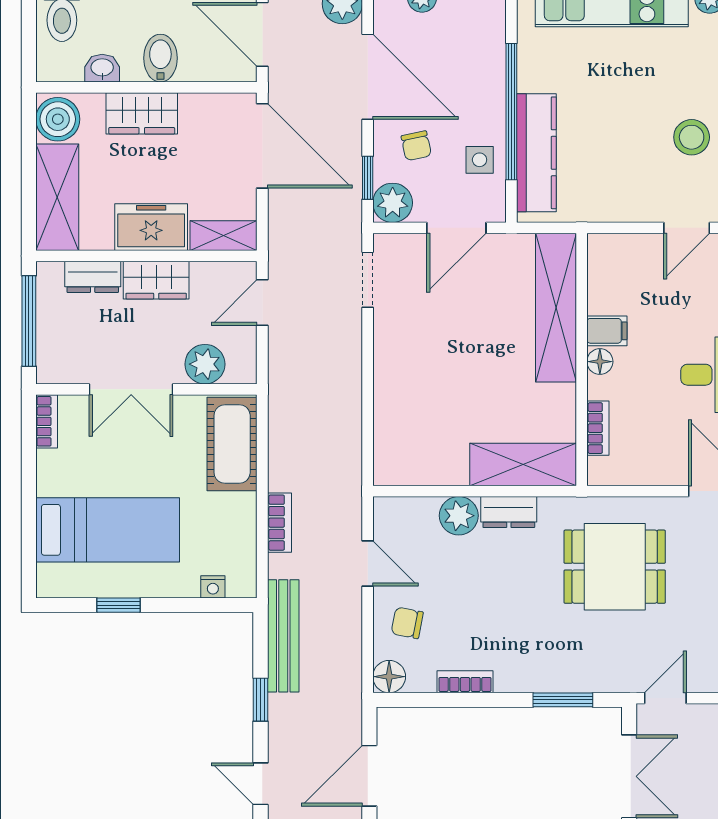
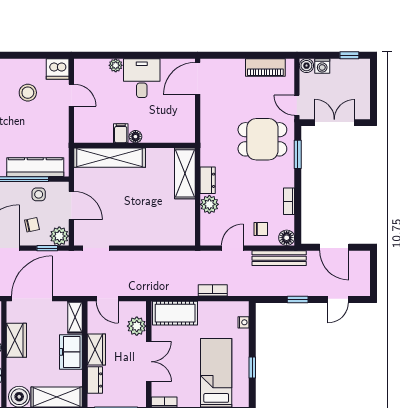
wardrobe: (142, 113) -> (16, 340), moved
bookcase: (598, 428) -> (167, 138), removed
dining table: (615, 567) -> (262, 139), moved, turned 90
chair: (407, 623) -> (261, 229), turned -101
bench: (283, 636) -> (279, 258), moved

